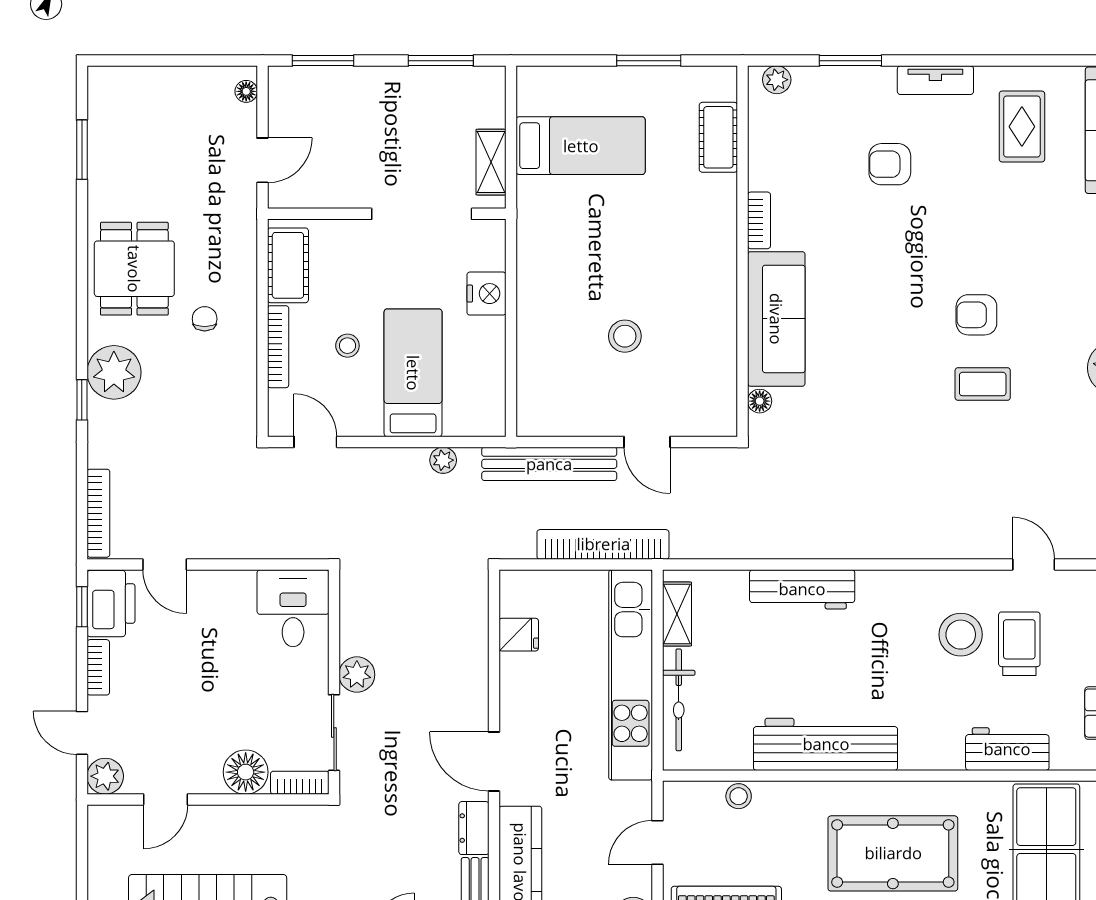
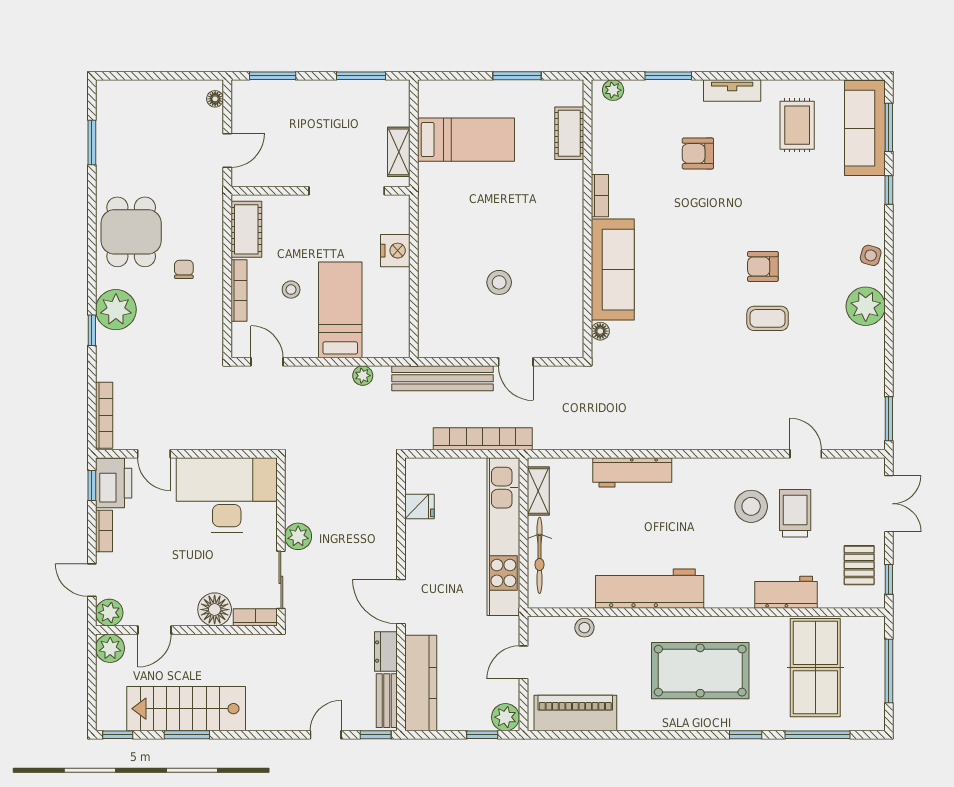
desk: (293, 608) -> (227, 495), width x1.87, depth x1.30
plant: (106, 824) -> (110, 648), added

